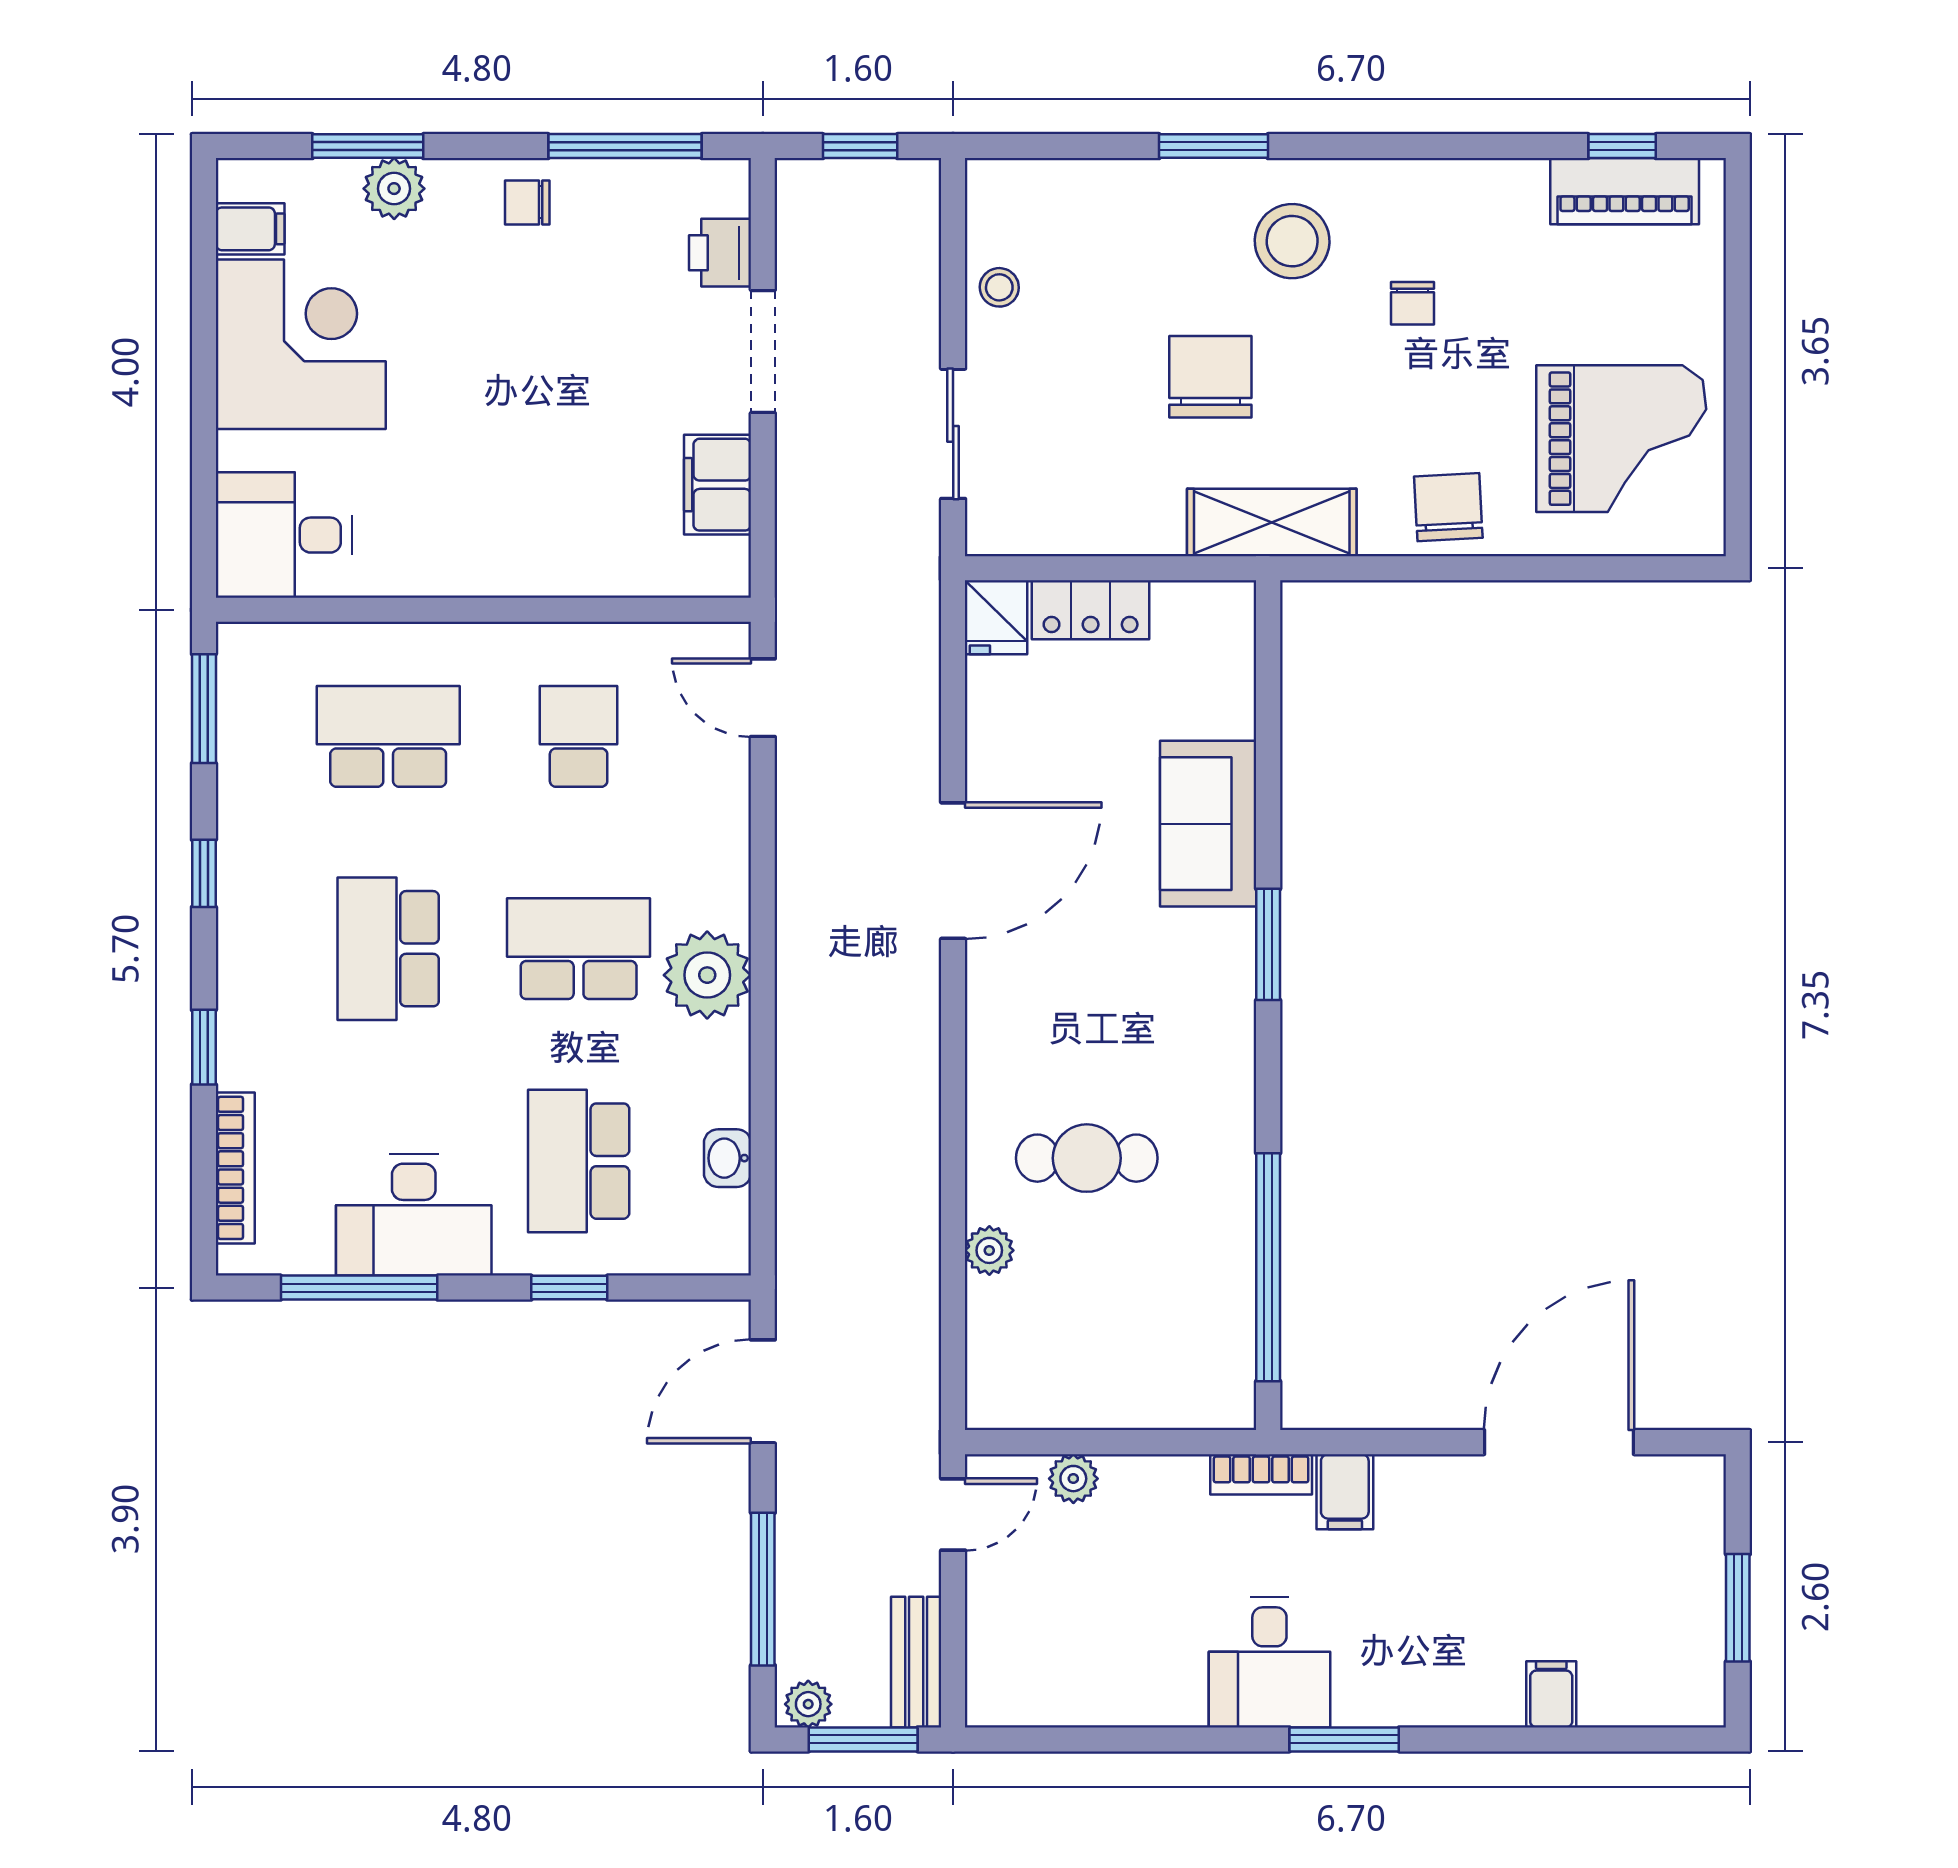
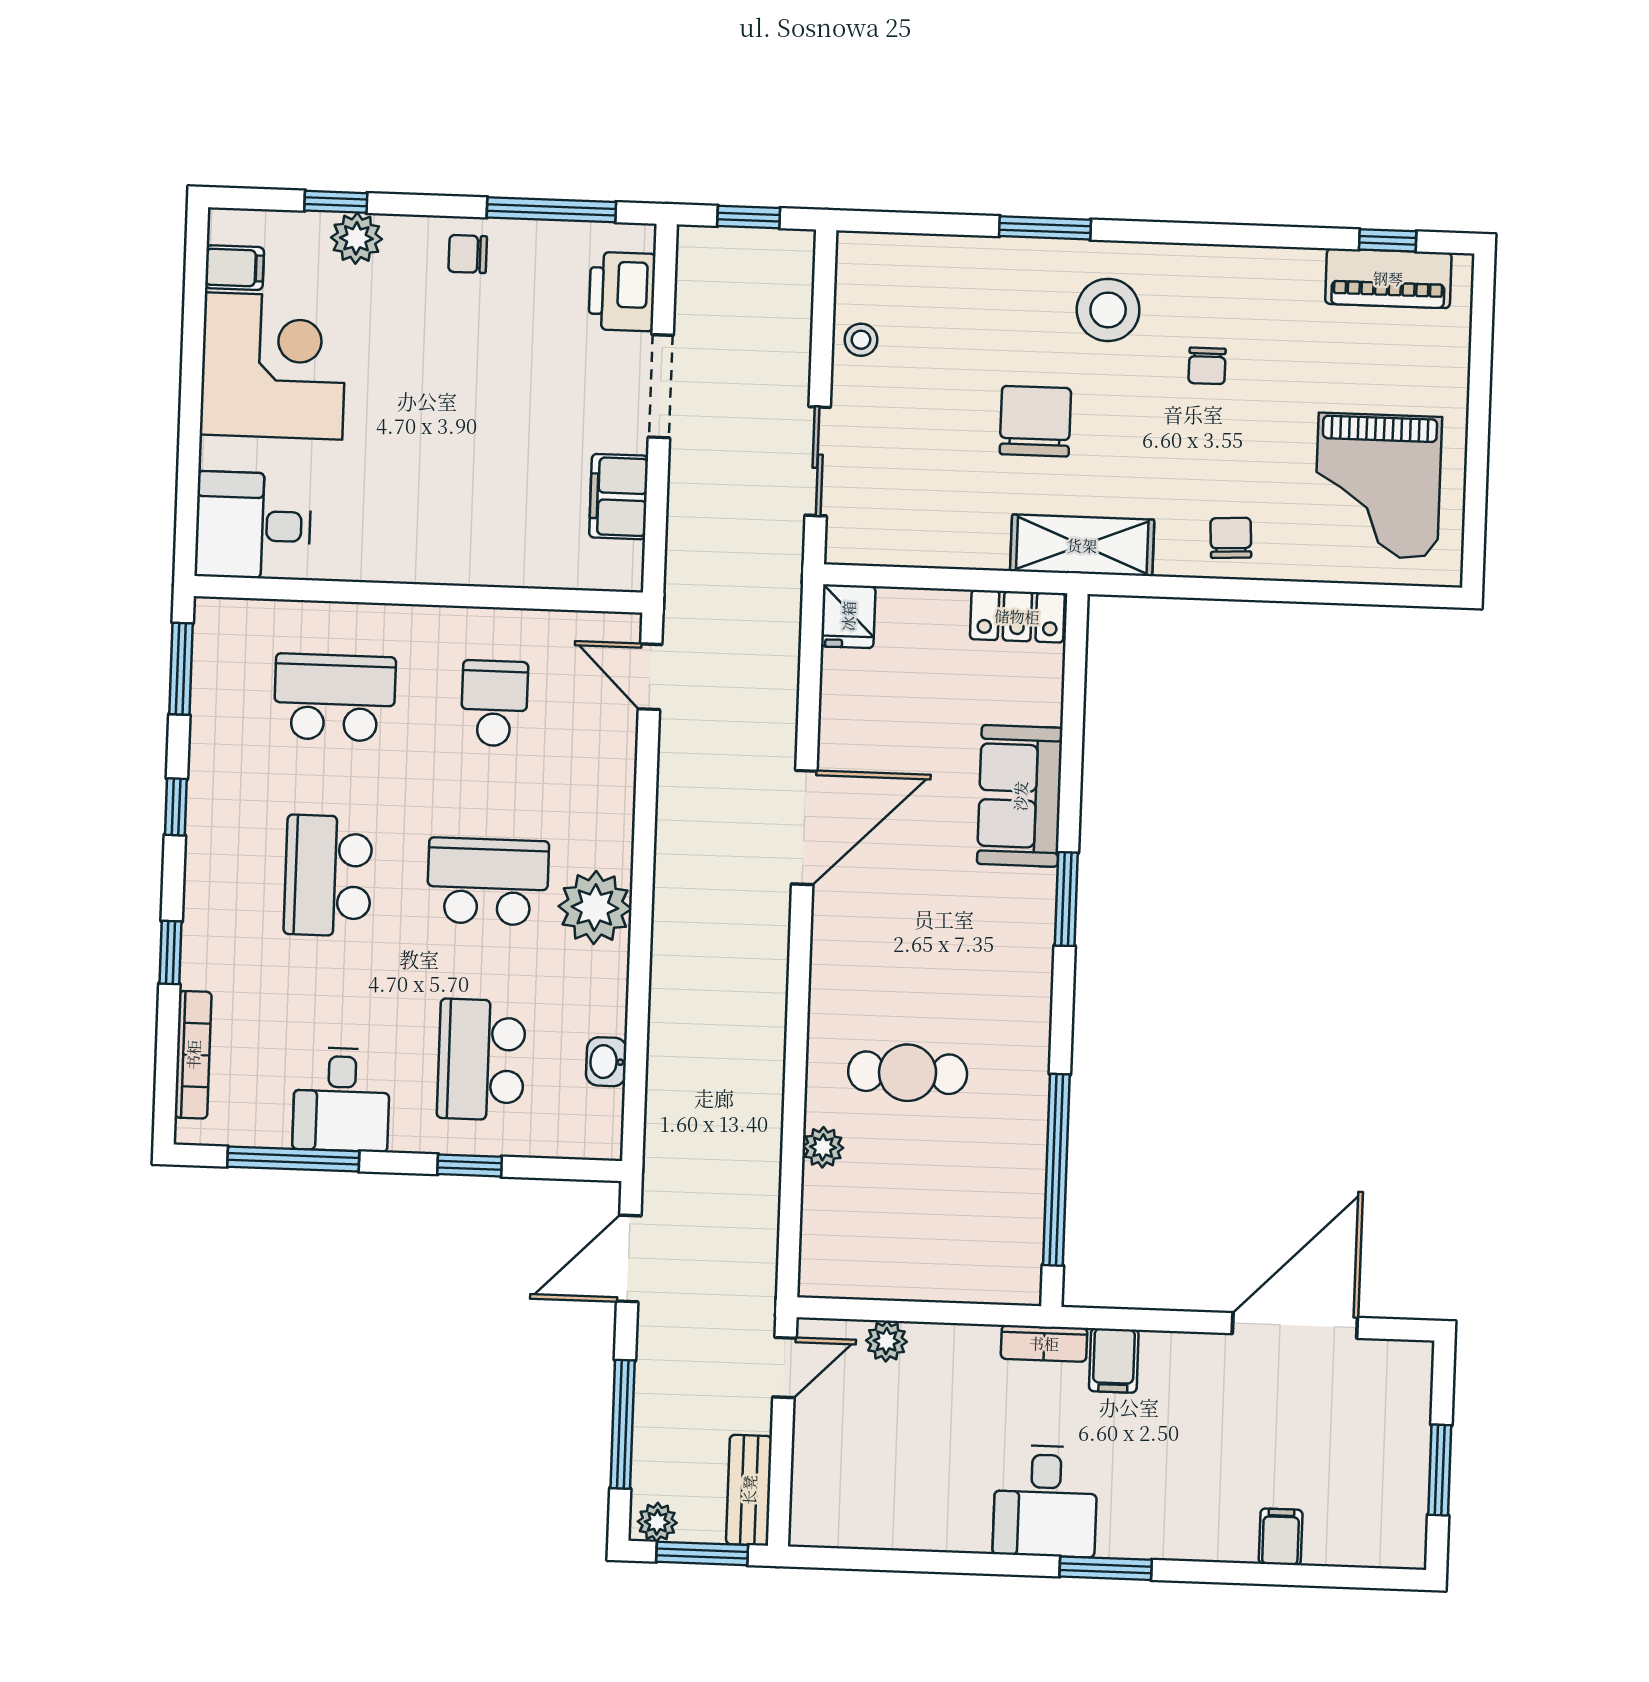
window: (368, 146) -> (336, 202), width x0.67
printer: (720, 253) -> (622, 291), width x1.36, depth x1.24
grand piano: (1621, 439) -> (1378, 486), turned 90
chair: (1448, 507) -> (1231, 538), width x0.73, depth x0.73
locker: (1091, 610) -> (1017, 616), moved
desk: (414, 1215) -> (341, 1100), width x0.73

